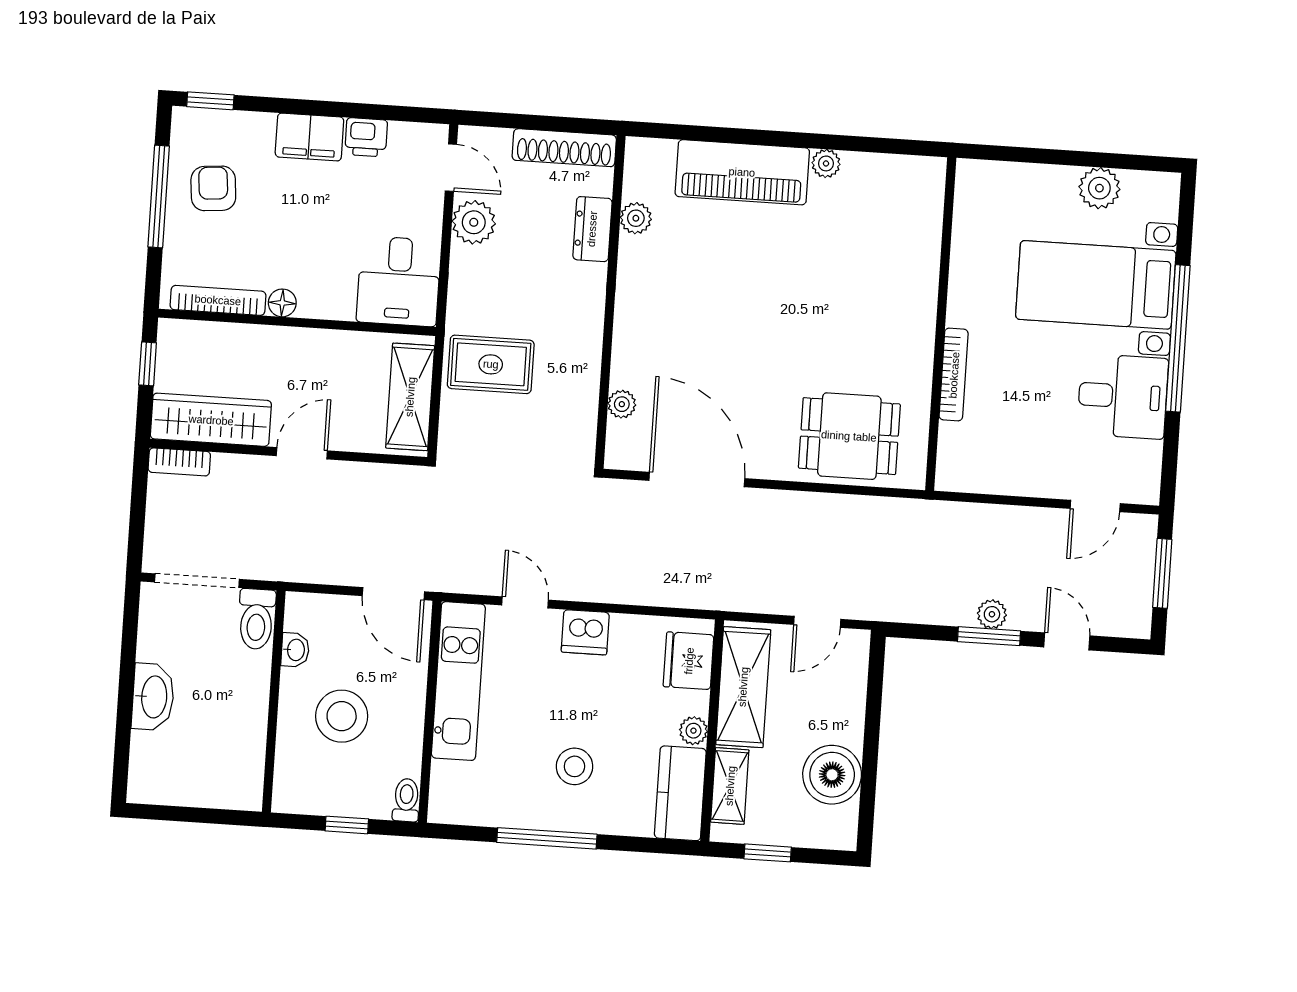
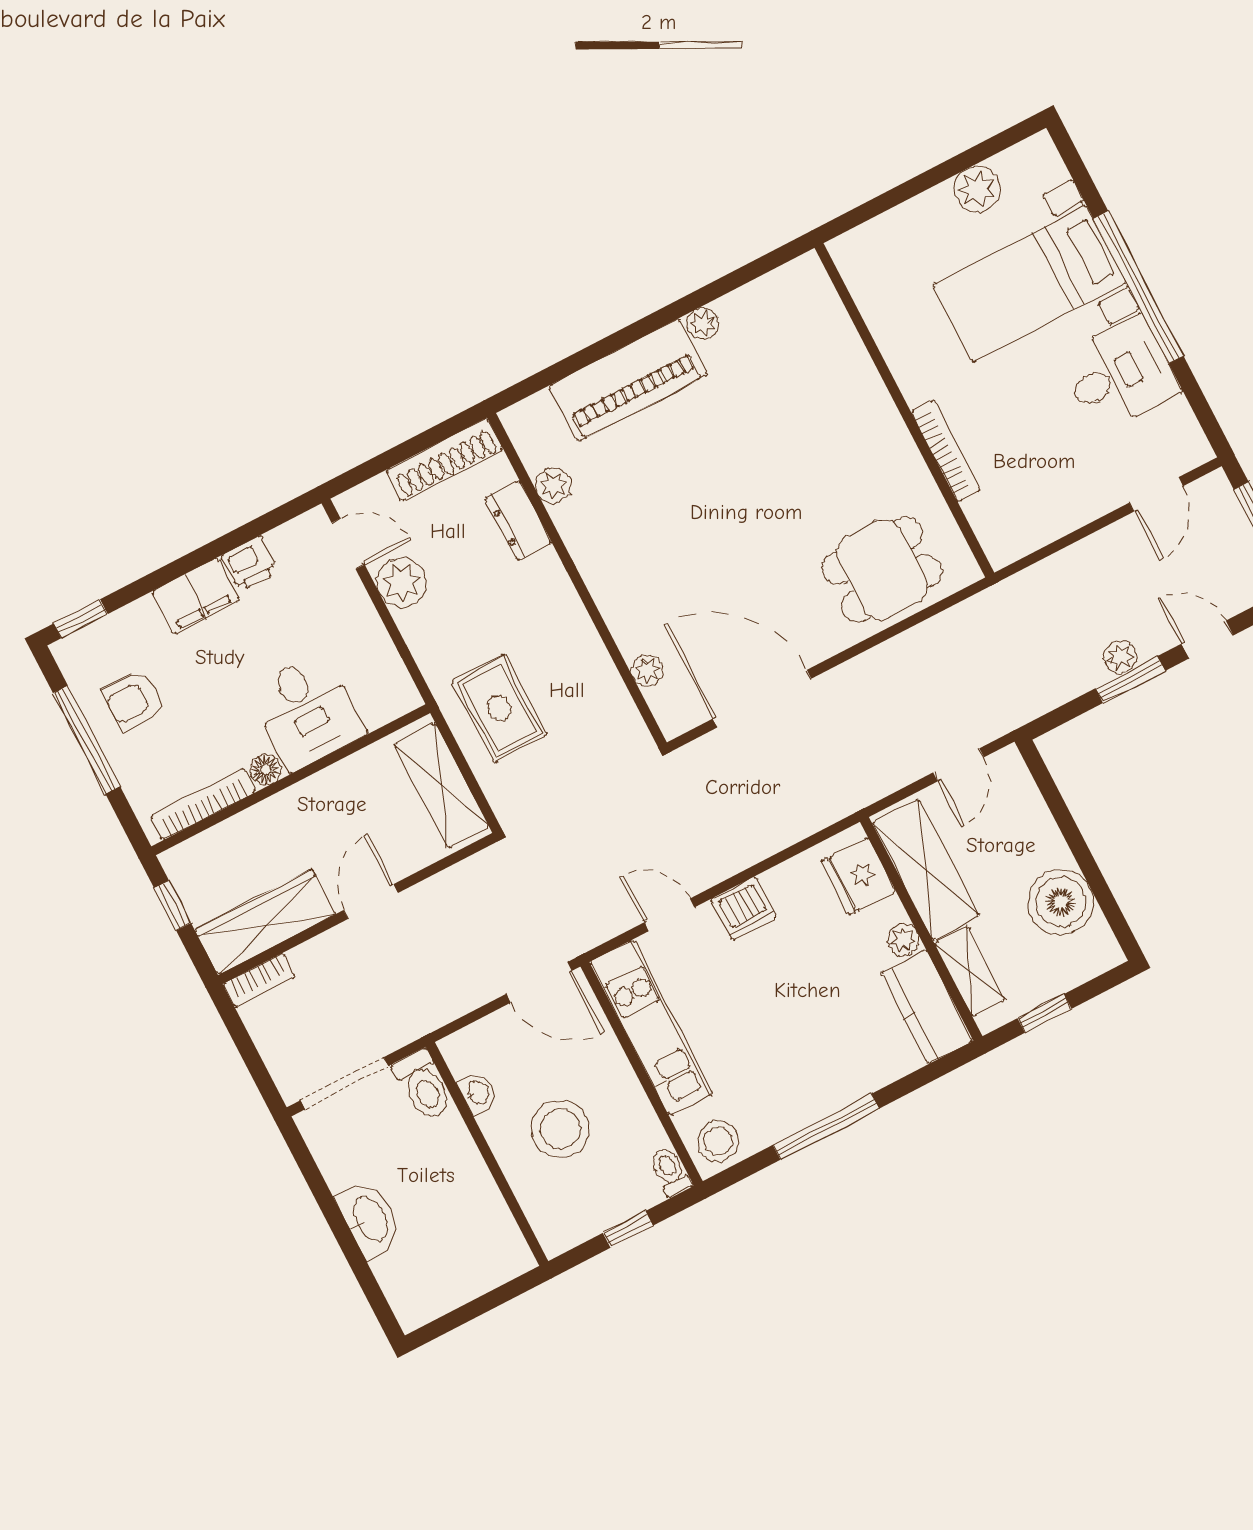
armchair: (213, 188) -> (134, 700), turned -85
desk: (399, 281) -> (307, 711), moved
rug: (491, 364) -> (499, 708), turned 90
stool: (574, 766) -> (718, 1141), moved

